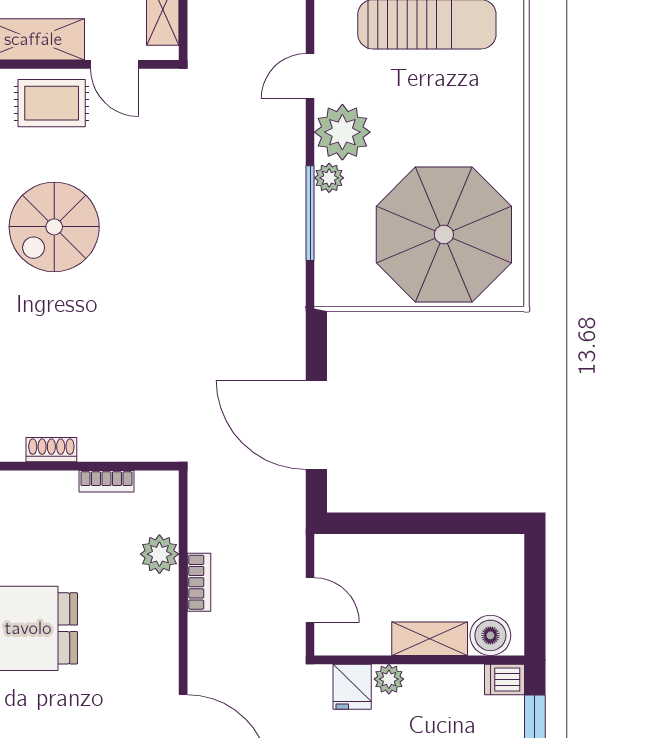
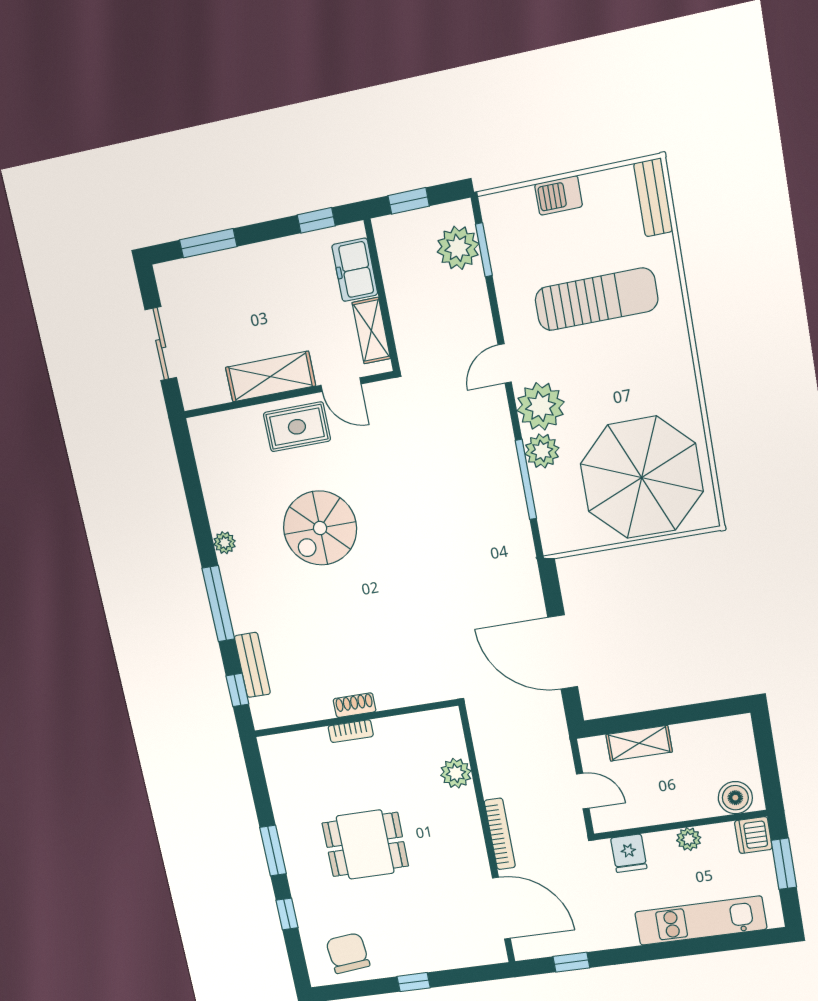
plant: (329, 178) -> (542, 451), width x1.38, depth x1.38
bookcase: (106, 481) -> (351, 731), moved
bookcase: (199, 582) -> (500, 834), moved, width x1.56
shelving: (430, 639) -> (639, 743), moved
plant: (389, 679) -> (689, 839), moved
dishwasher: (504, 680) -> (753, 835), width x1.38

